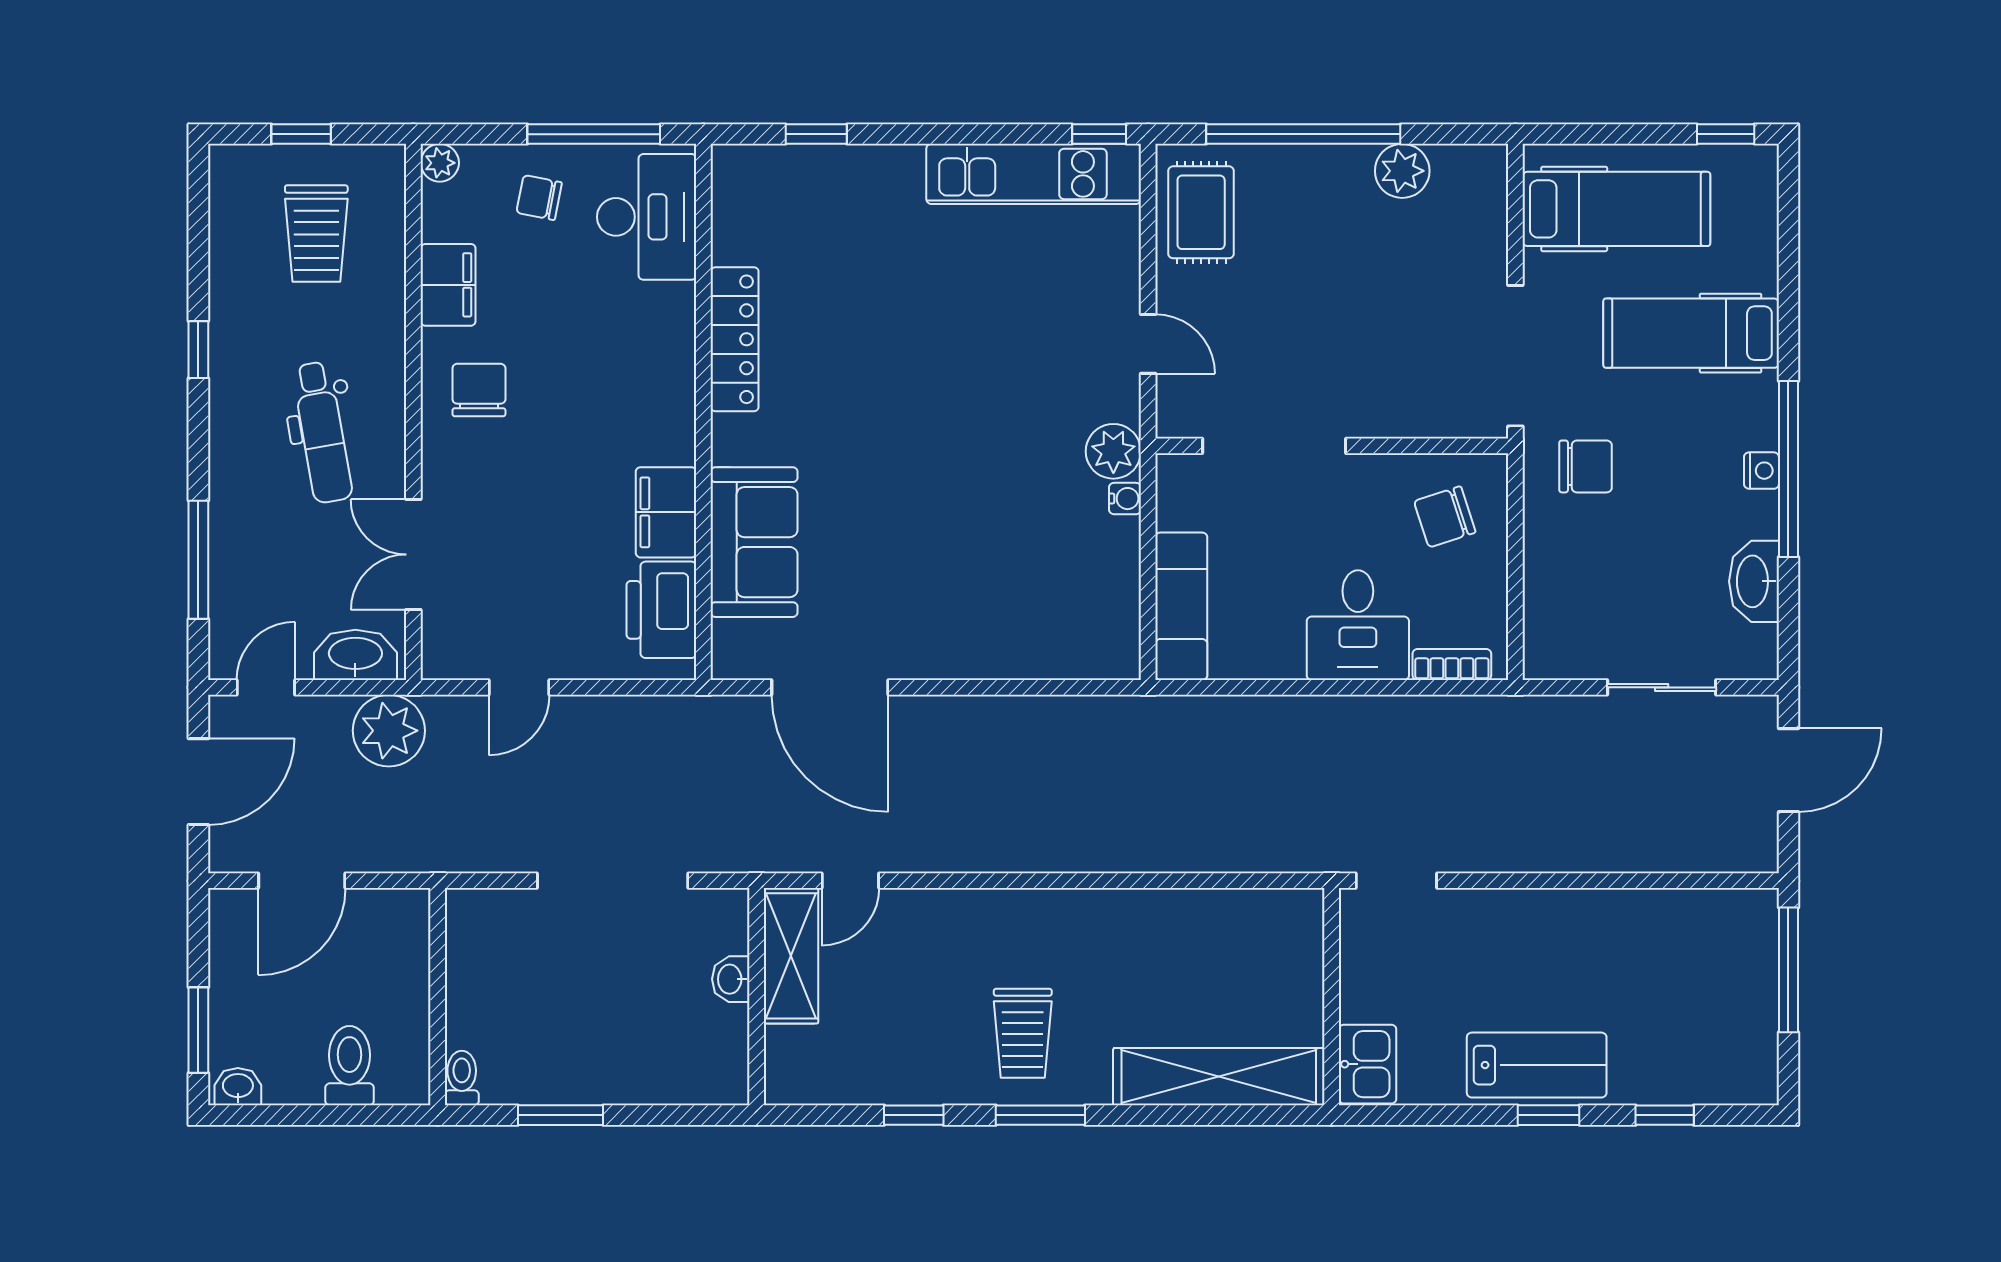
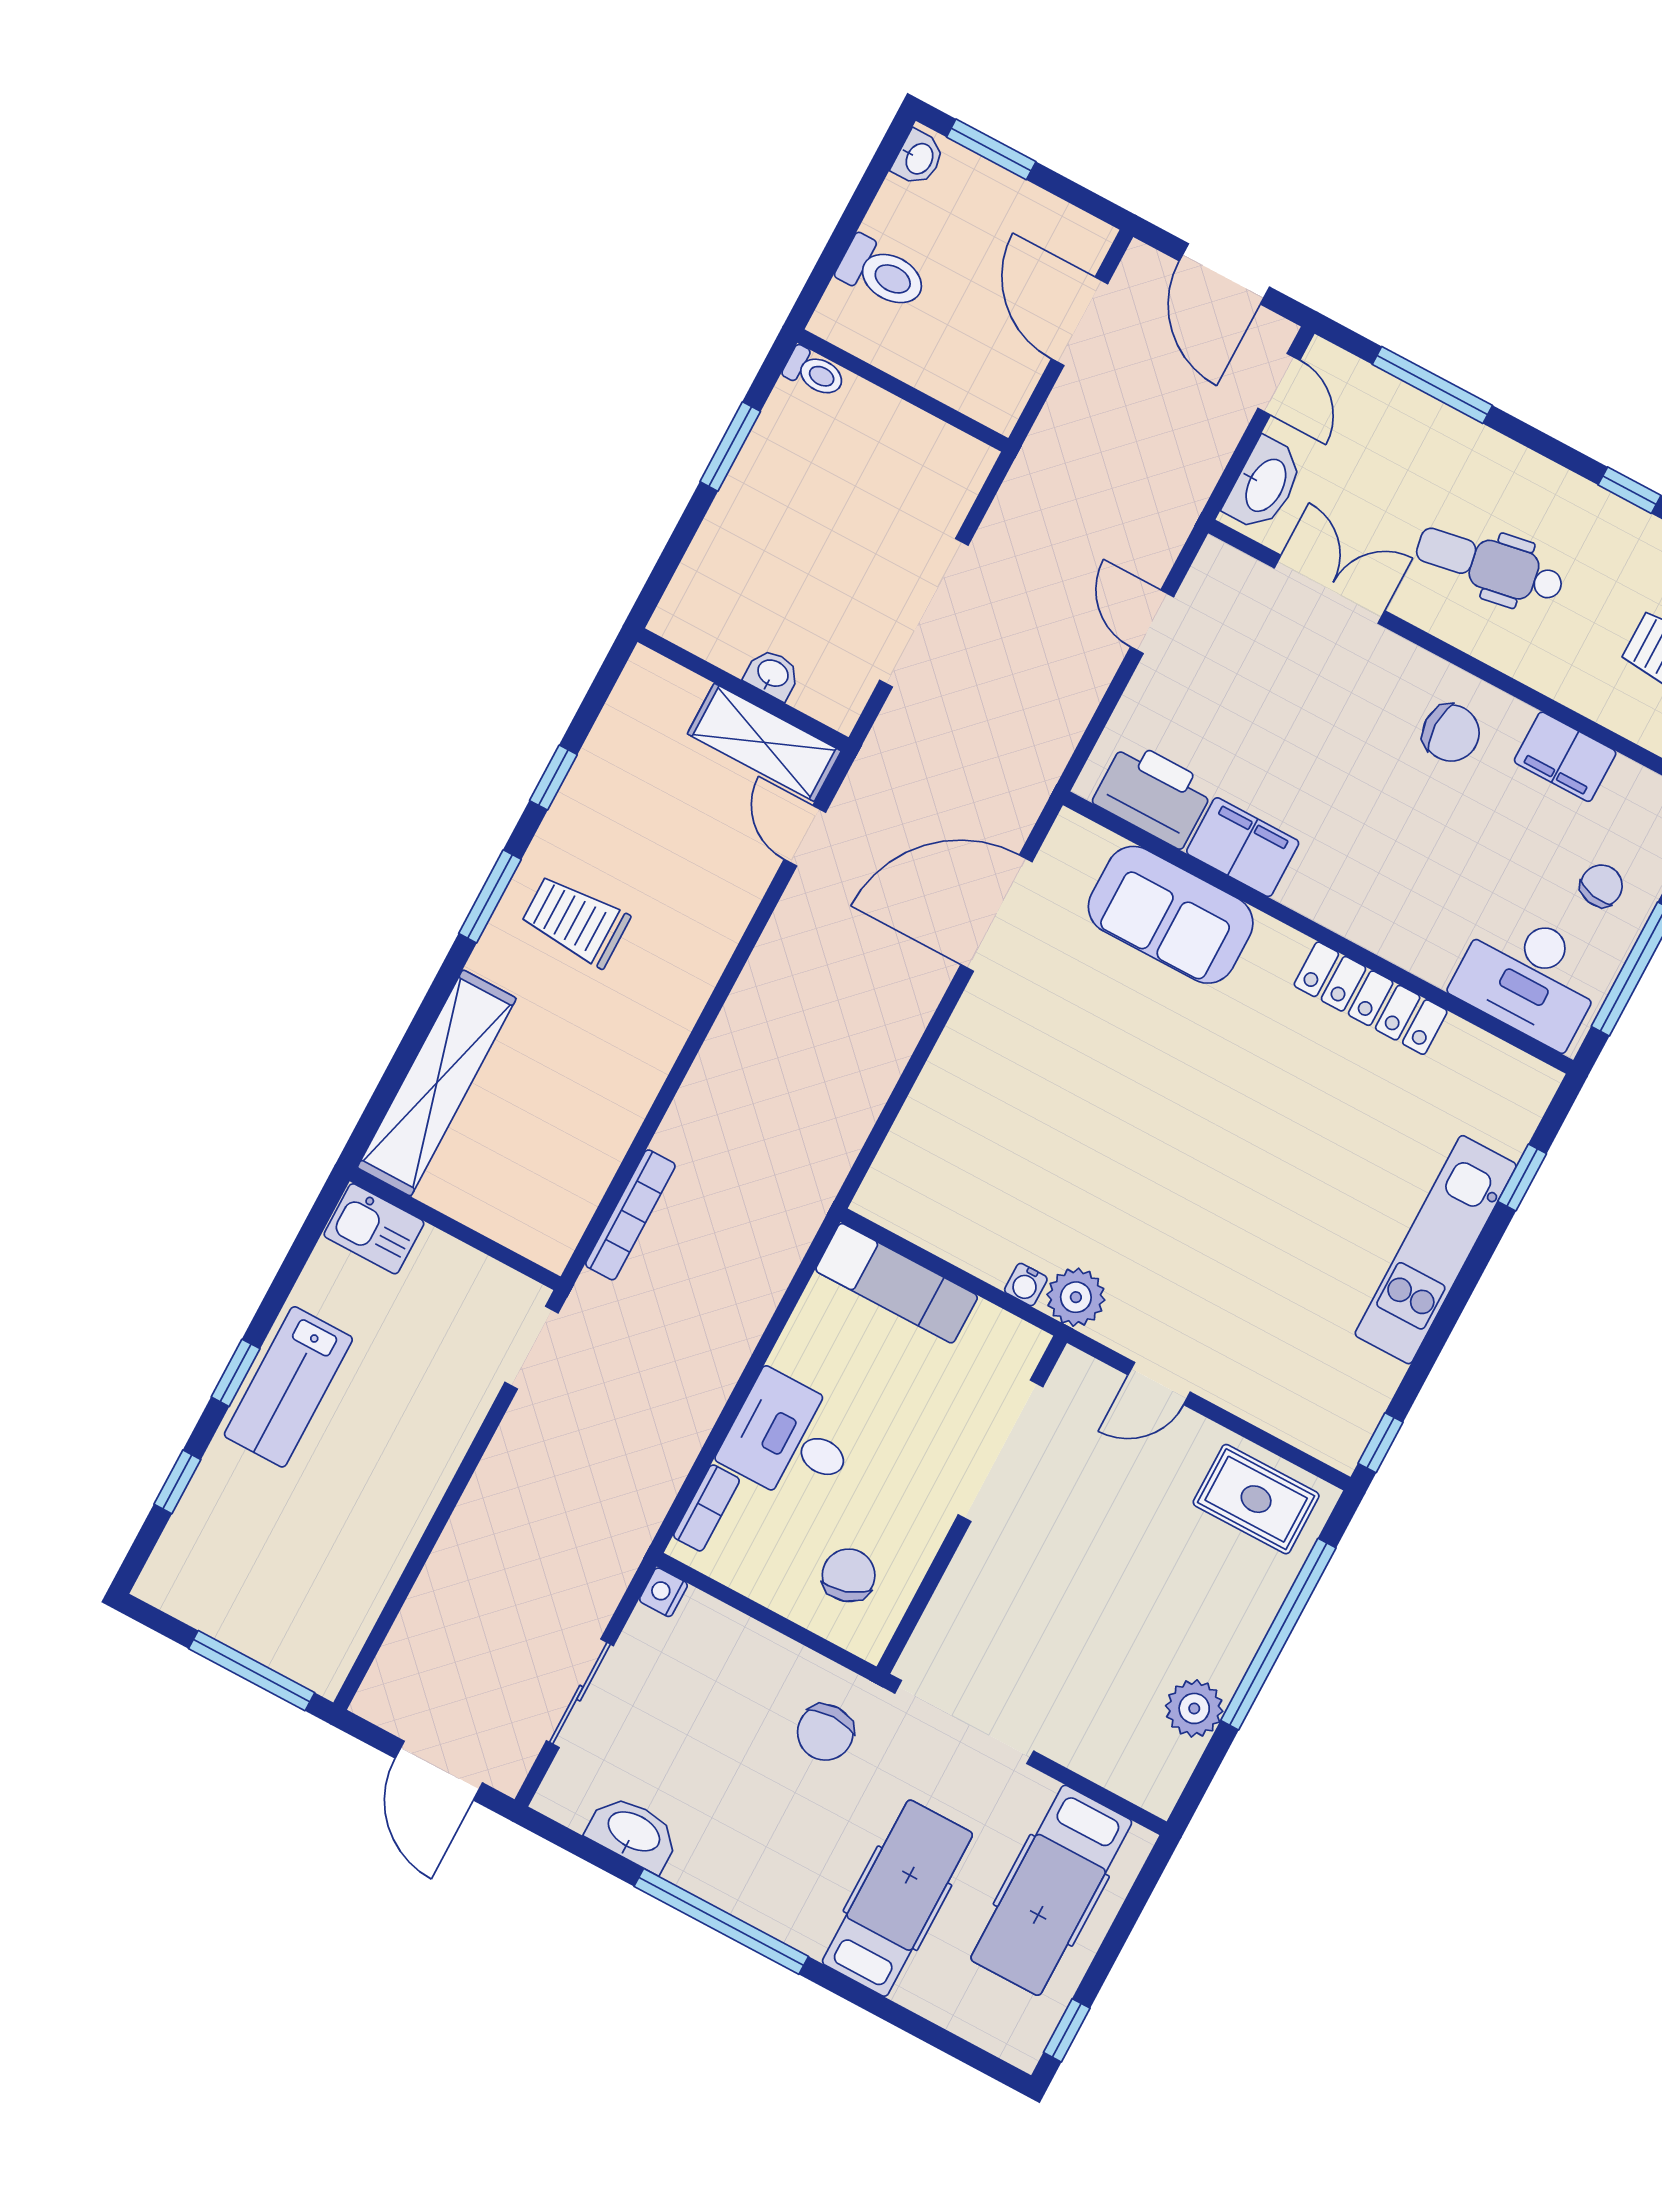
kitchen unit: (1034, 174) -> (1436, 1250), moved
nightstand: (1761, 471) -> (663, 1592), moved, turned 90
plant: (389, 731) -> (1177, 478), removed
bookcase: (1242, 858) -> (630, 1215), added

